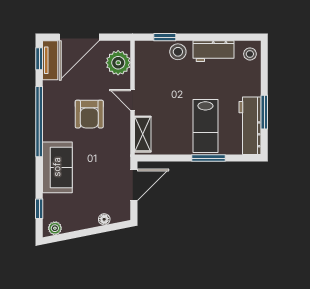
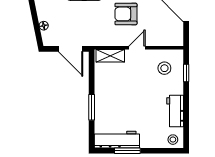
stool: (178, 52) -> (164, 68), moved
plant: (118, 63) -> (166, 37), removed
lab bench: (205, 126) -> (117, 105), removed

